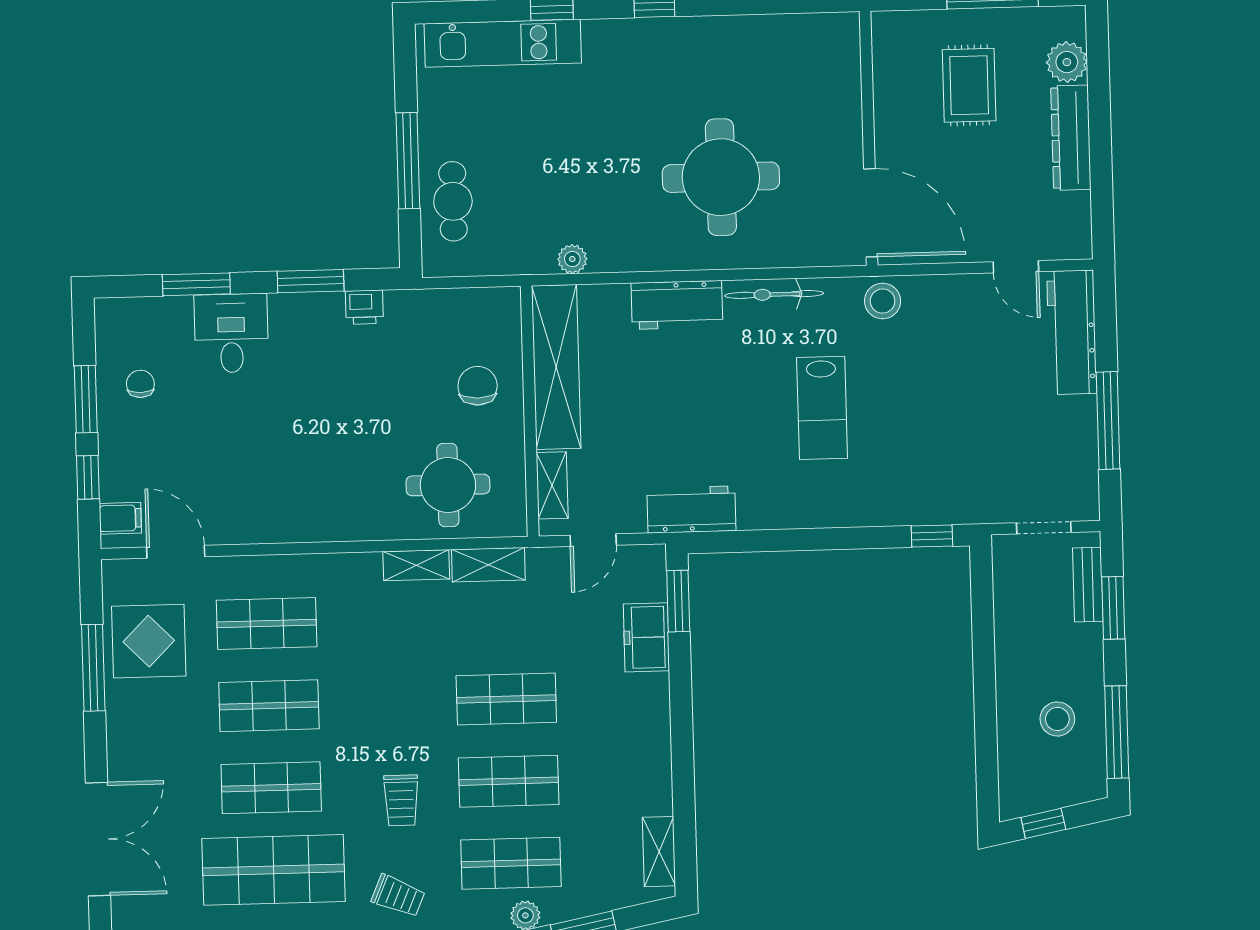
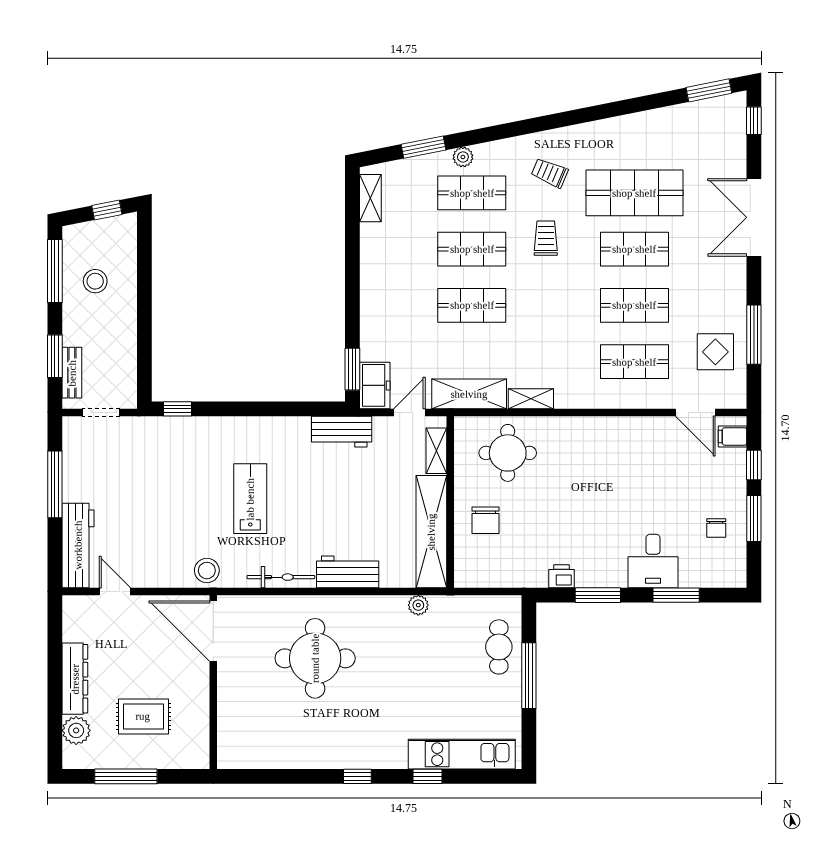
rug: (969, 85) -> (143, 716), turned 90
shelving: (488, 565) -> (469, 394), width x1.50, depth x1.33
freezer: (646, 637) -> (375, 385), moved
display table: (149, 641) -> (715, 352), width x0.73, depth x0.73

